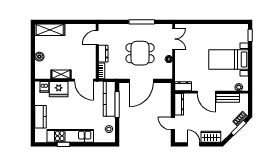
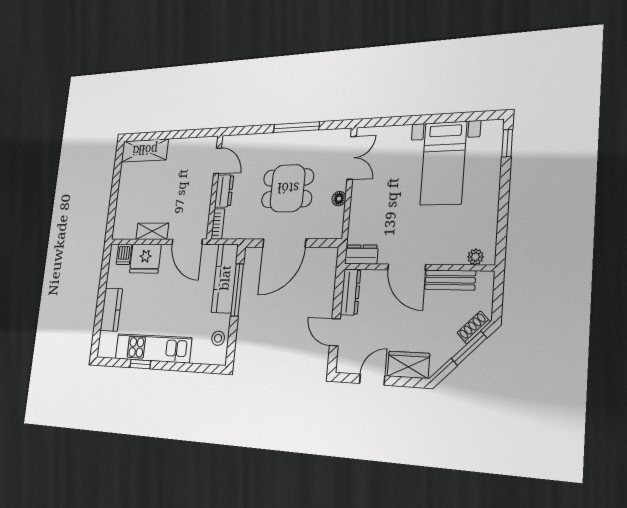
door: (97, 37) -> (217, 161), swing flipped
boiler: (39, 57) -> (123, 199), removed
bed with nightstands: (228, 59) -> (443, 163), moved, turned -90
door: (194, 144) -> (372, 380), hinge flipped

